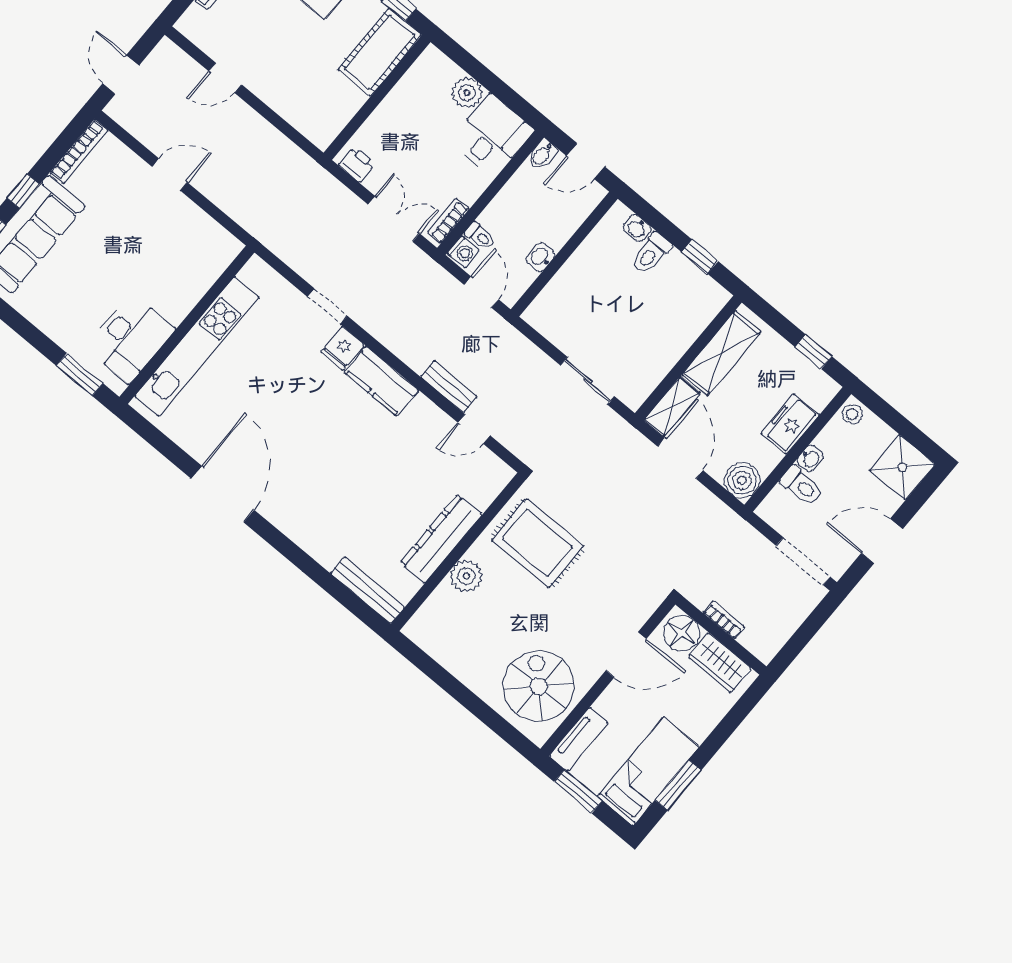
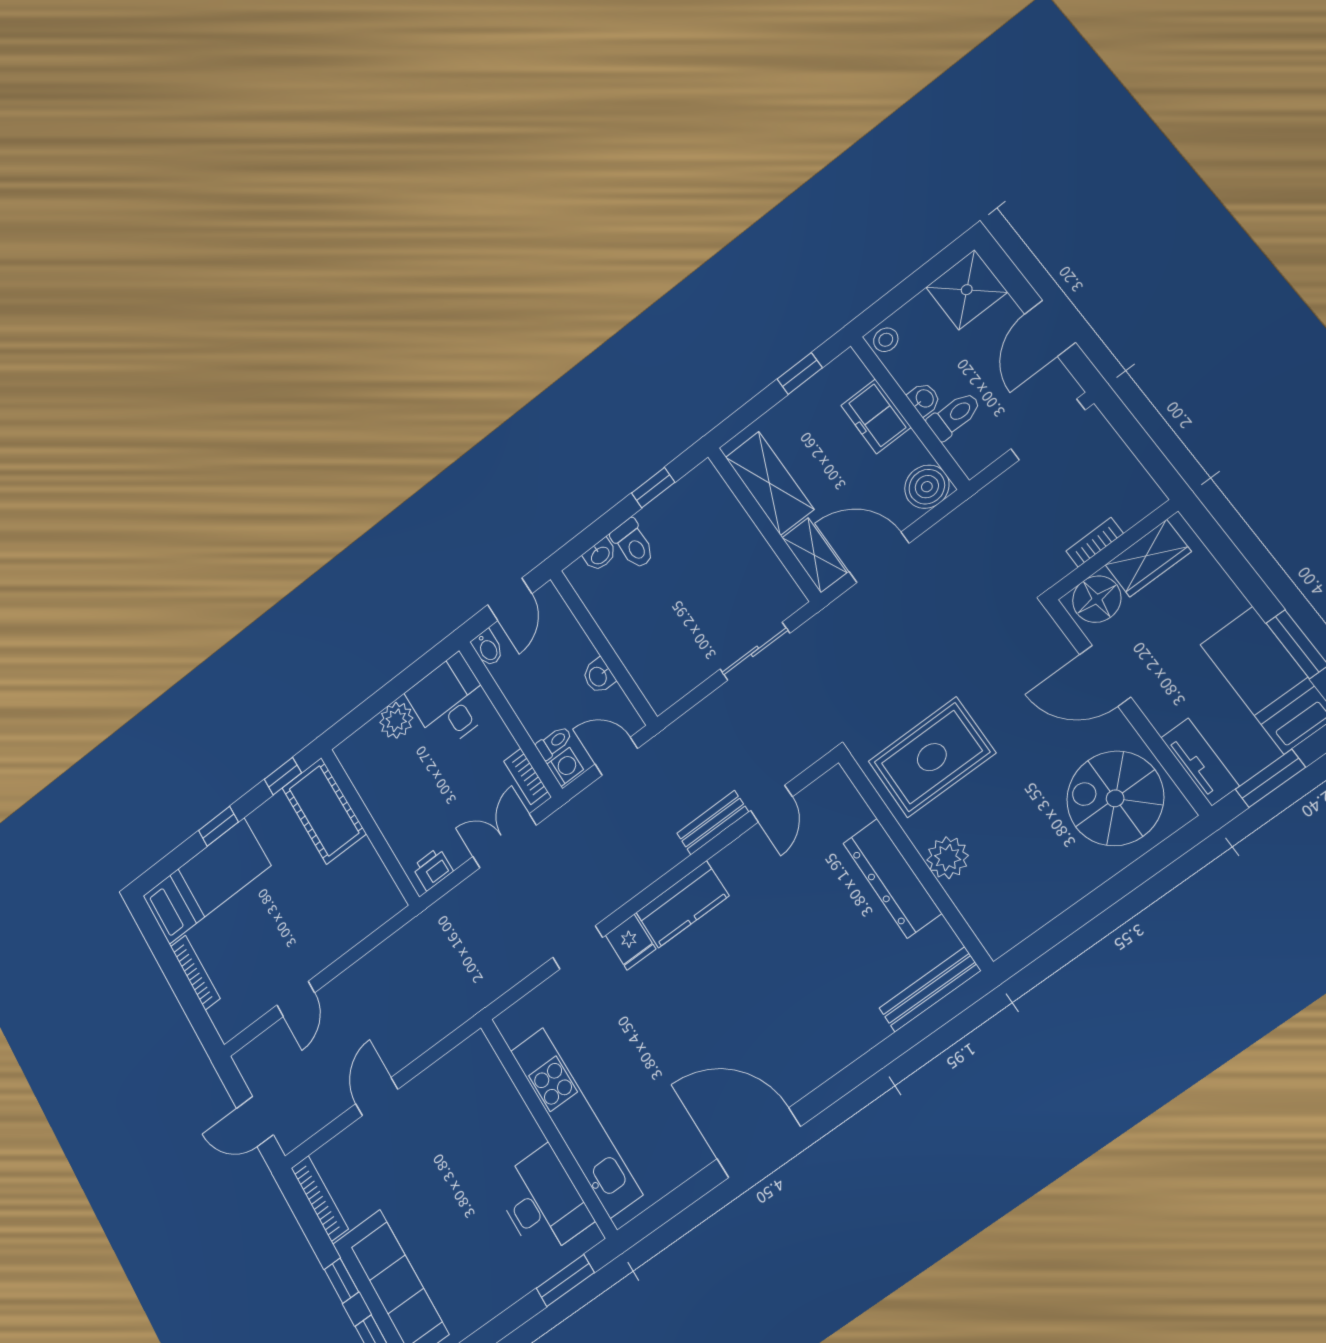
door: (626, 655) -> (1105, 676), swing flipped

